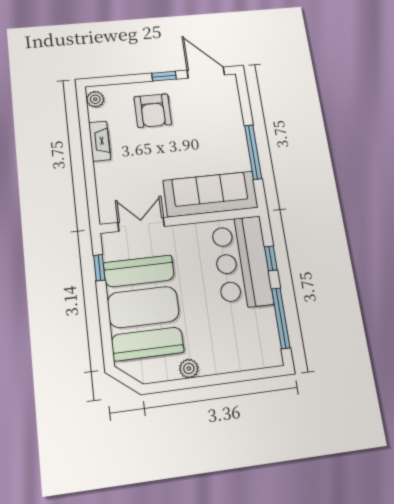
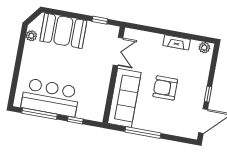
armchair: (153, 111) -> (165, 88), moved
bar counter: (242, 262) -> (50, 98), moved
booth: (143, 307) -> (63, 31), width x0.73, depth x0.70
plant: (189, 368) -> (31, 36), moved

